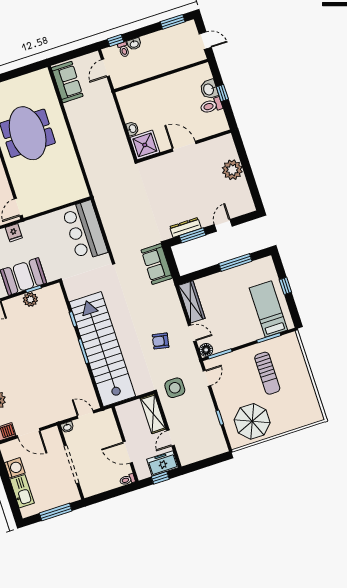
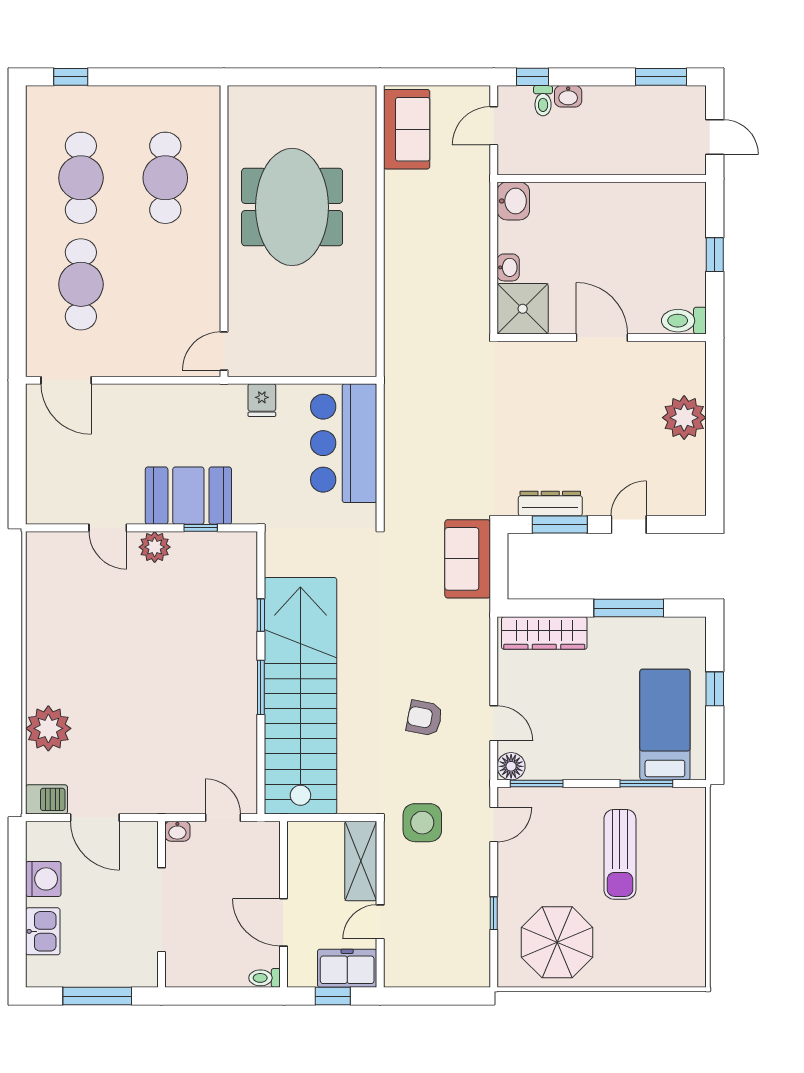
washbasin: (209, 89) -> (513, 201), moved, turned 180
toilet: (211, 106) -> (684, 321), moved
fridge: (14, 233) -> (262, 400), moved
plant: (30, 299) -> (155, 547), moved
wardrobe: (192, 302) -> (544, 633), moved, turned 90
kitchen sink: (22, 491) -> (43, 931), width x0.73

